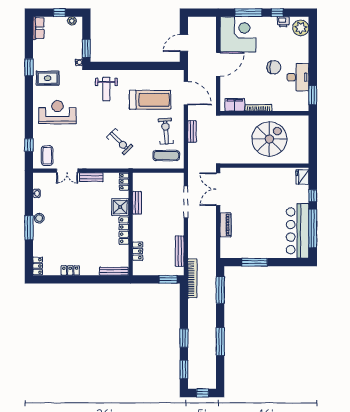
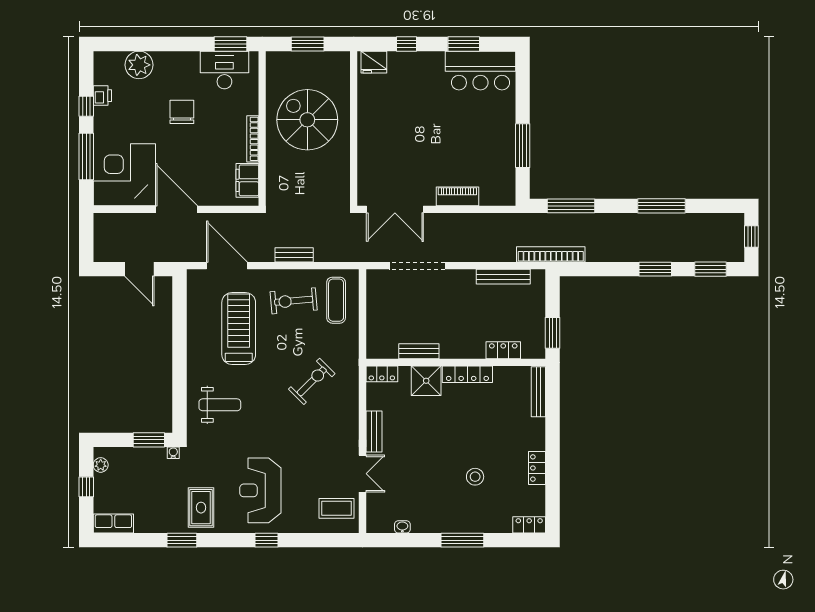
plant: (301, 28) -> (139, 65), moved
desk: (298, 77) -> (224, 70), moved
door: (186, 93) -> (227, 266), hinge flipped
window: (313, 139) -> (308, 44), added
window: (29, 145) -> (267, 540), moved
stool: (39, 218) -> (475, 477), moved
window: (313, 229) -> (464, 44), width x0.47
bar counter: (298, 231) -> (480, 71), width x0.73
window: (168, 279) -> (553, 333), moved

